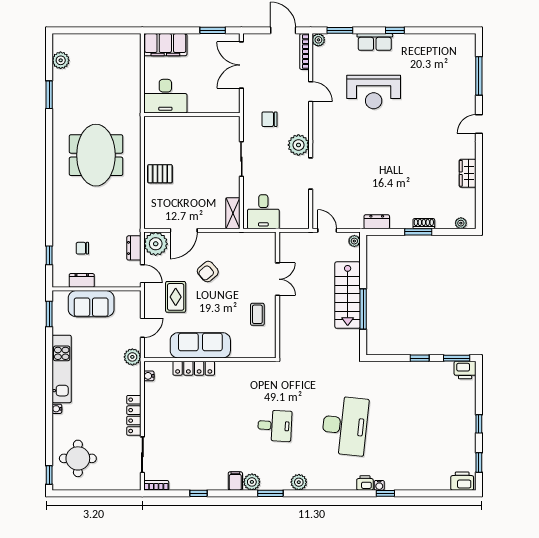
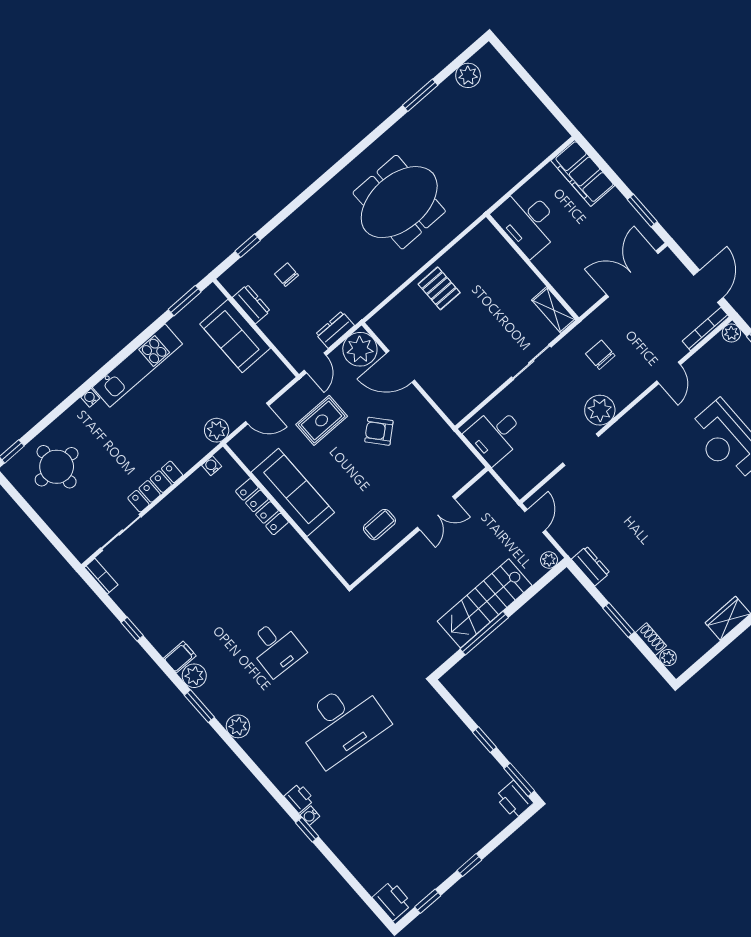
shelving: (233, 213) -> (554, 310), moved, turned 90
shoe rack: (424, 224) -> (651, 639), moved

